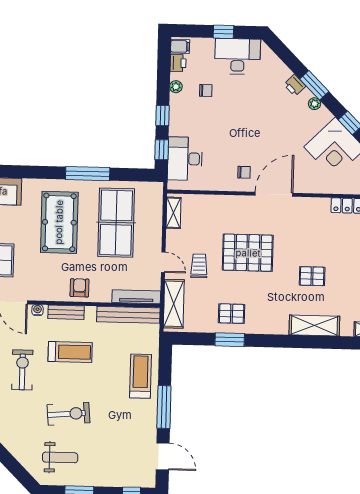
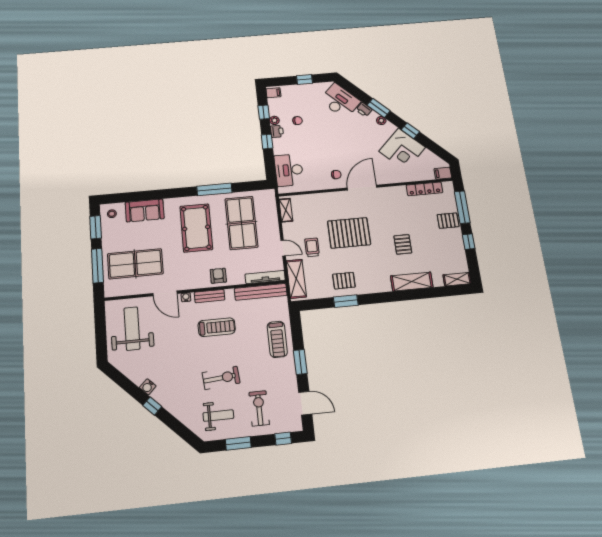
desk: (238, 56) -> (340, 101), moved, turned 45
printer: (178, 63) -> (277, 131), moved
window: (162, 150) -> (264, 112), moved
pallet: (312, 276) -> (403, 244), turned 90
exercise bike: (22, 370) -> (259, 408), moved
treadmill: (140, 376) -> (277, 339), turned 180
window: (164, 407) -> (300, 362), width x0.69

